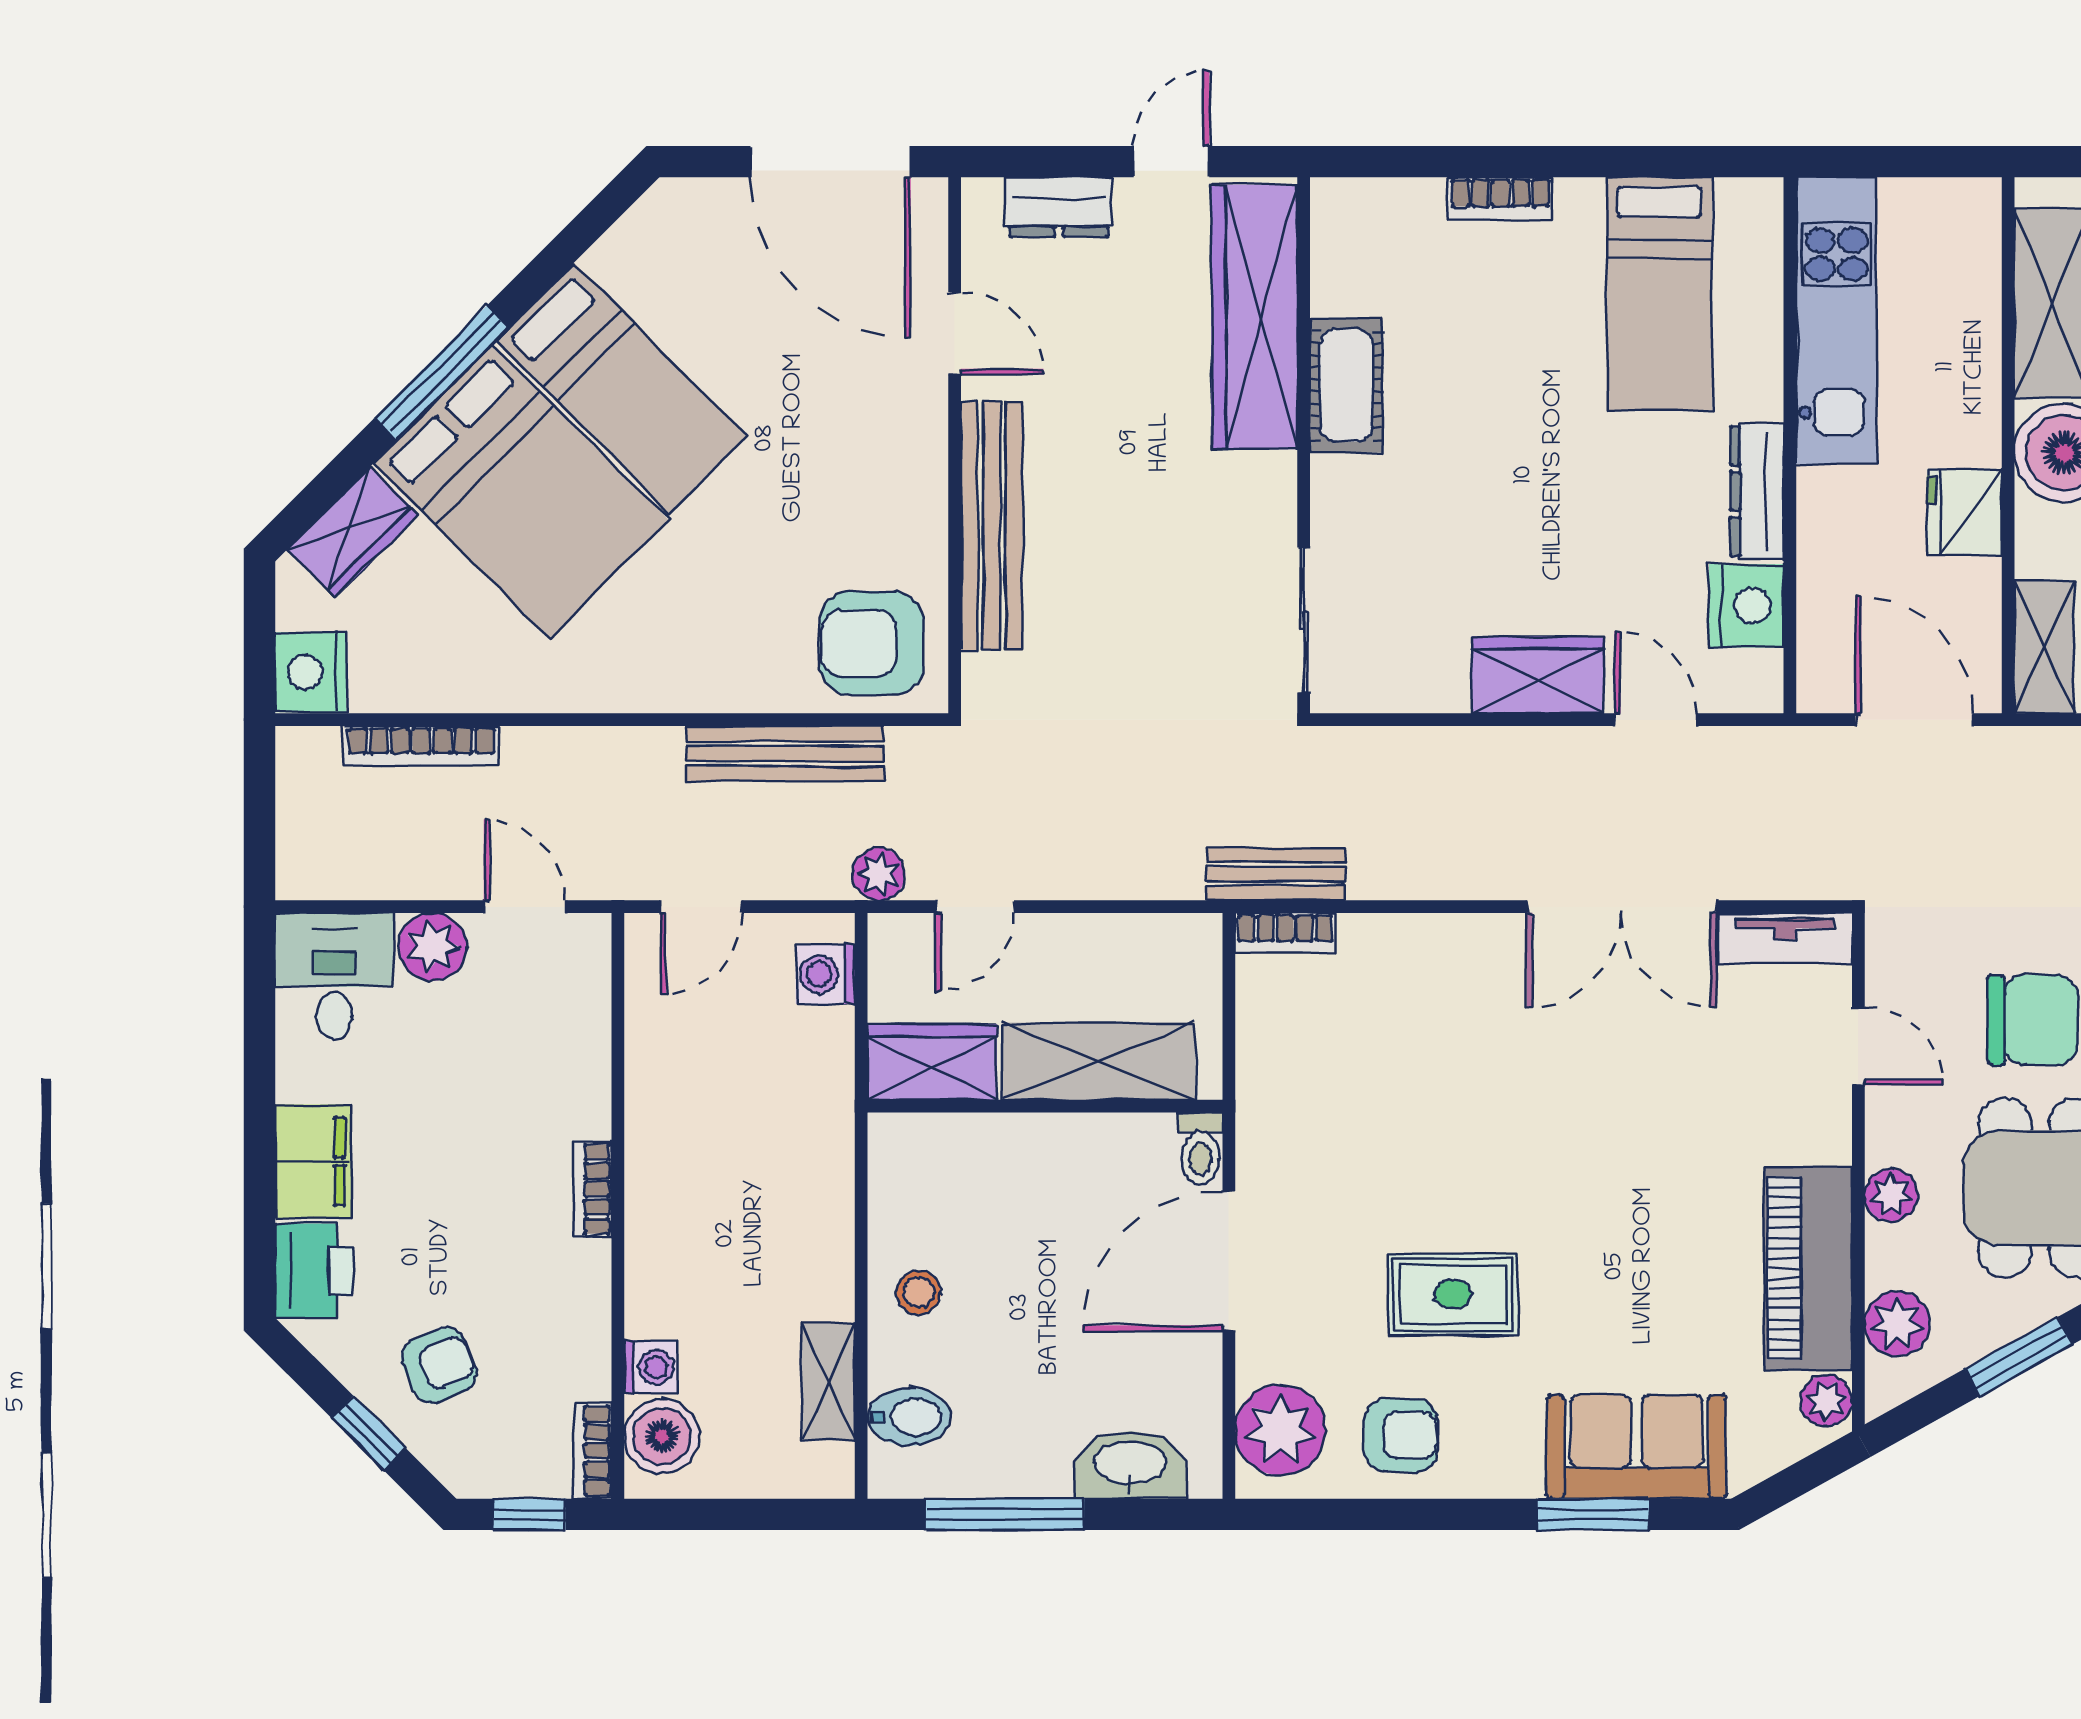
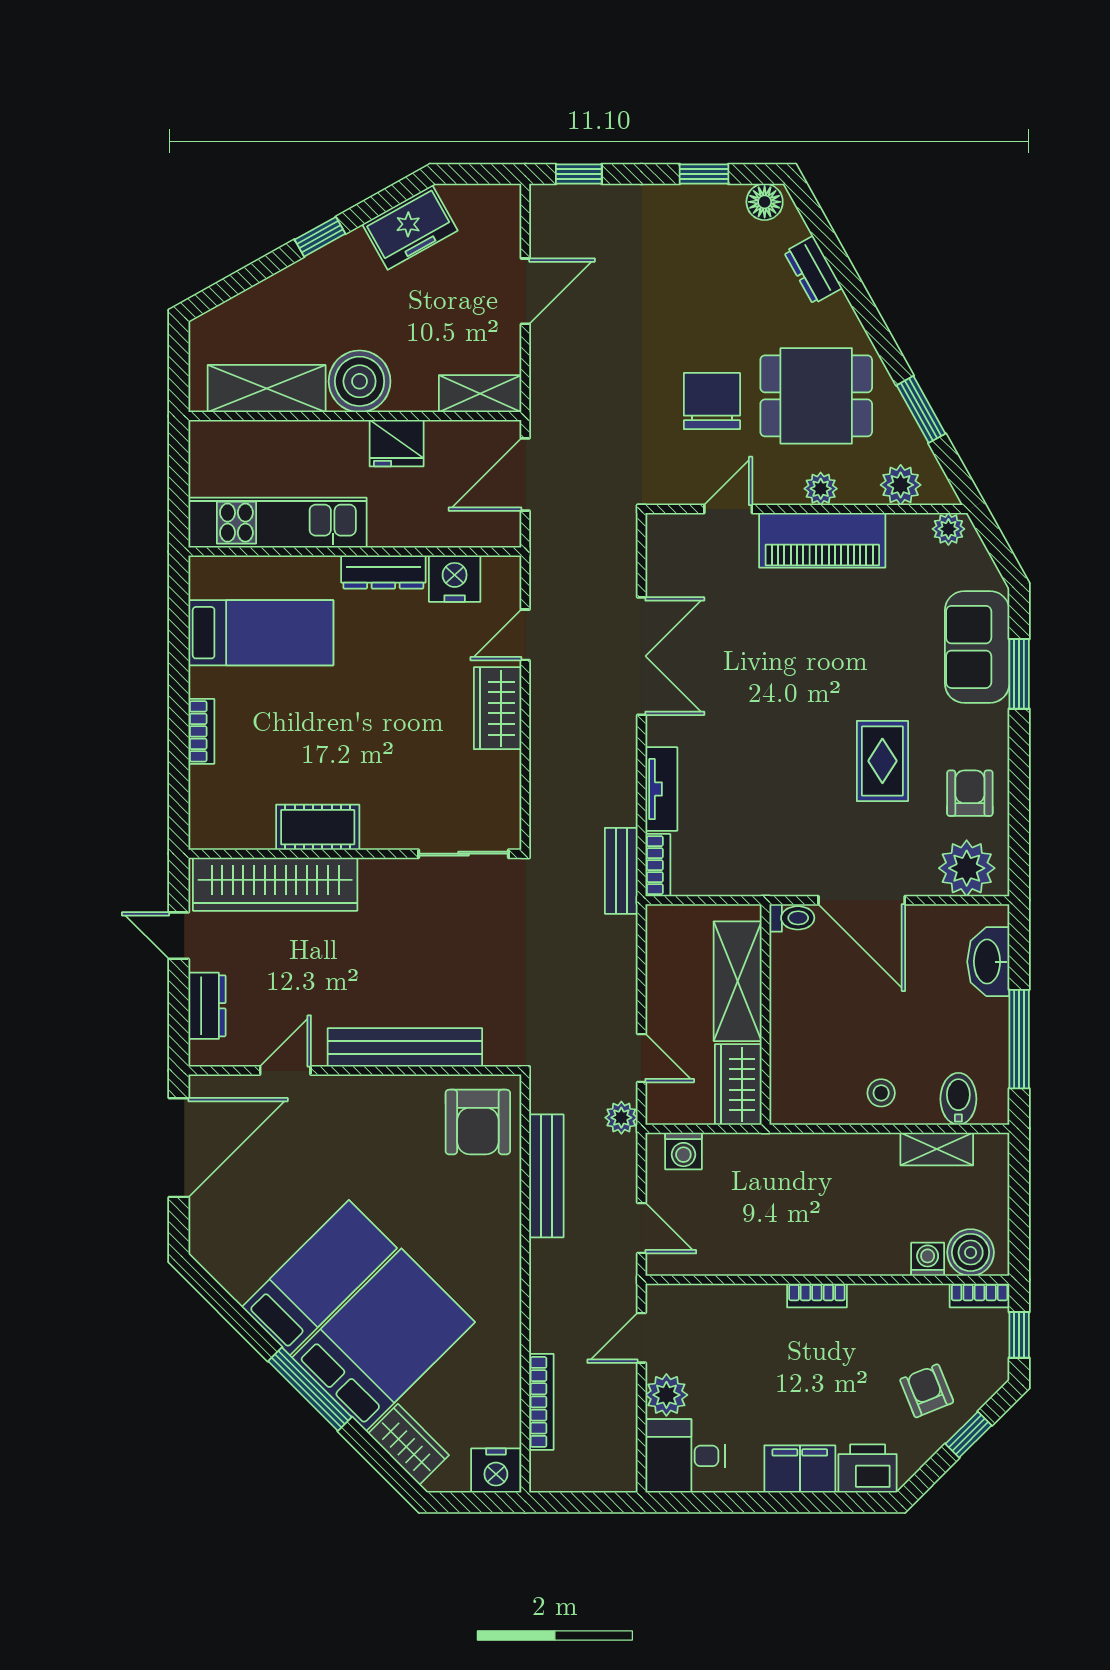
tv unit: (1785, 939) -> (661, 789), moved
piano: (1808, 1268) -> (822, 540), moved

